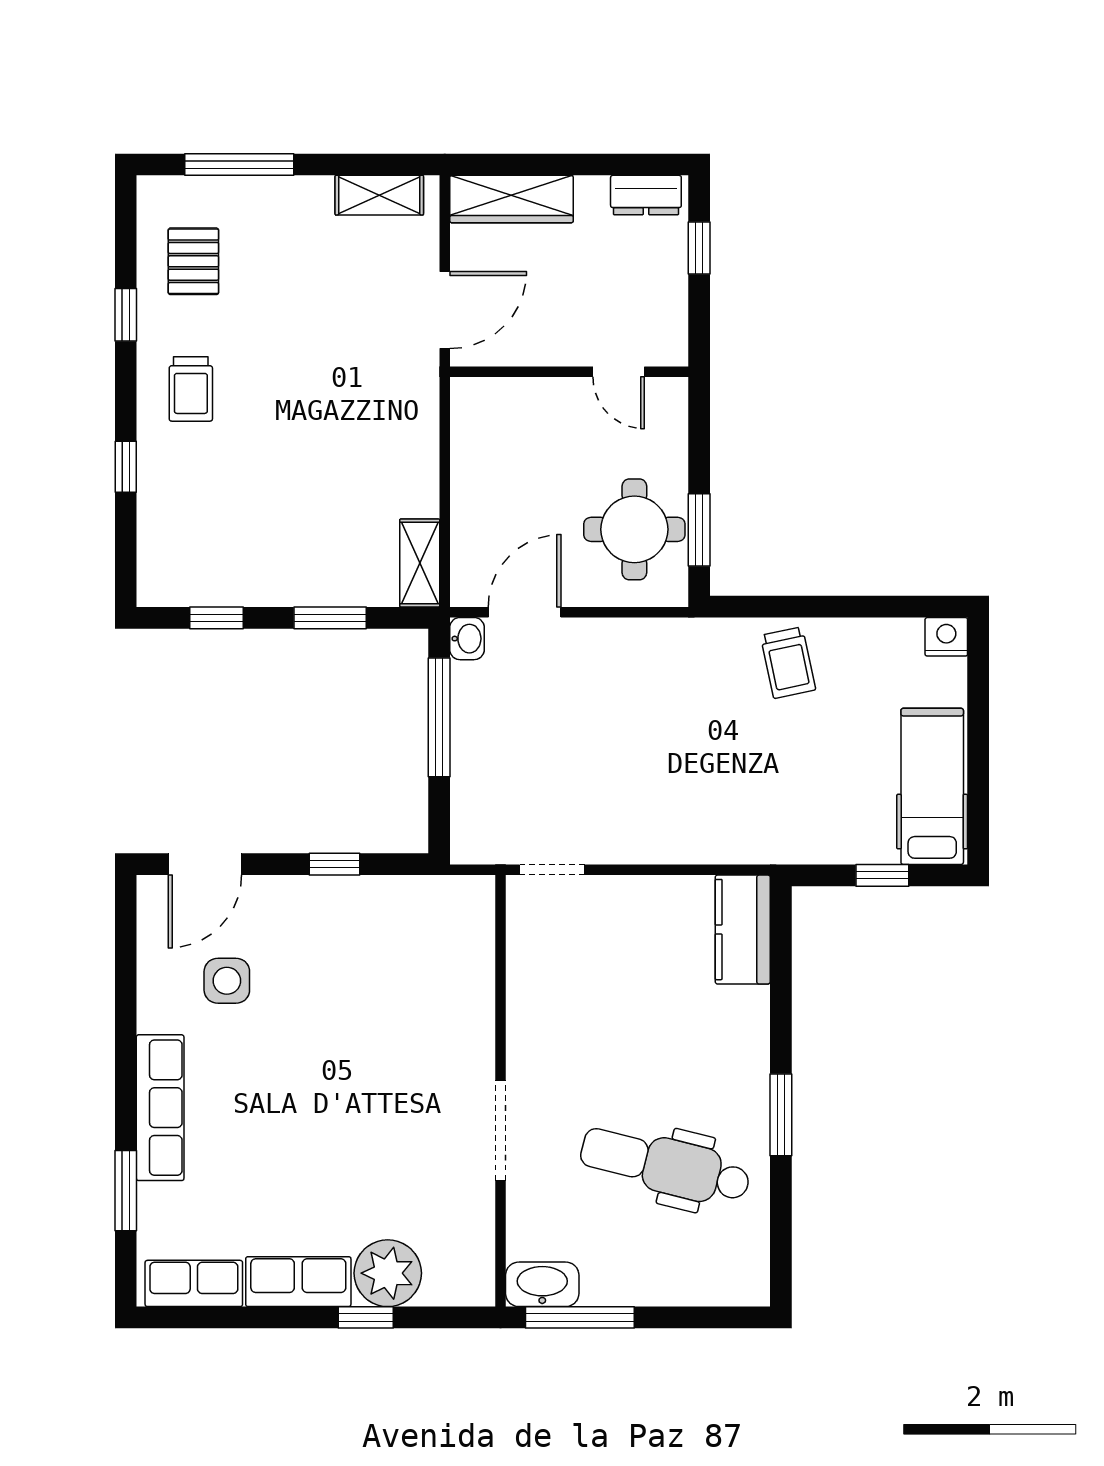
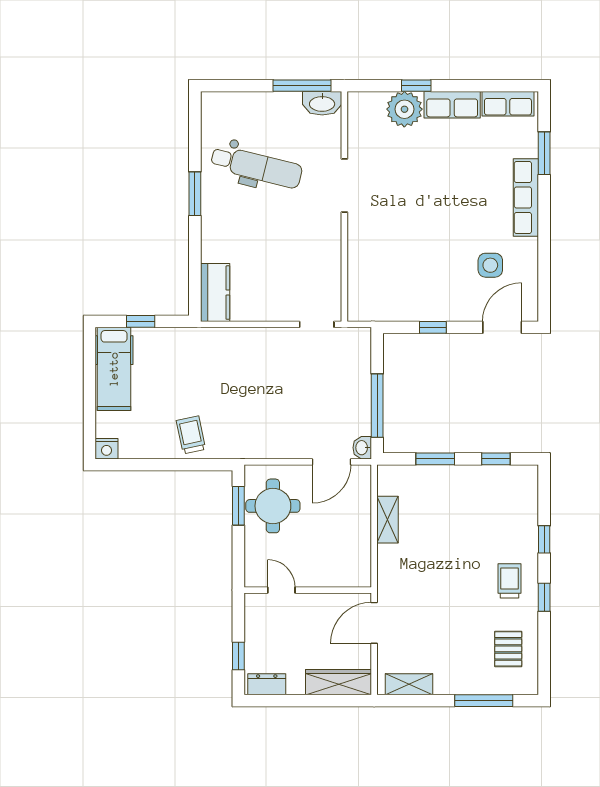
window: (126, 315) -> (544, 597), moved
shelving: (420, 563) -> (387, 520), moved

